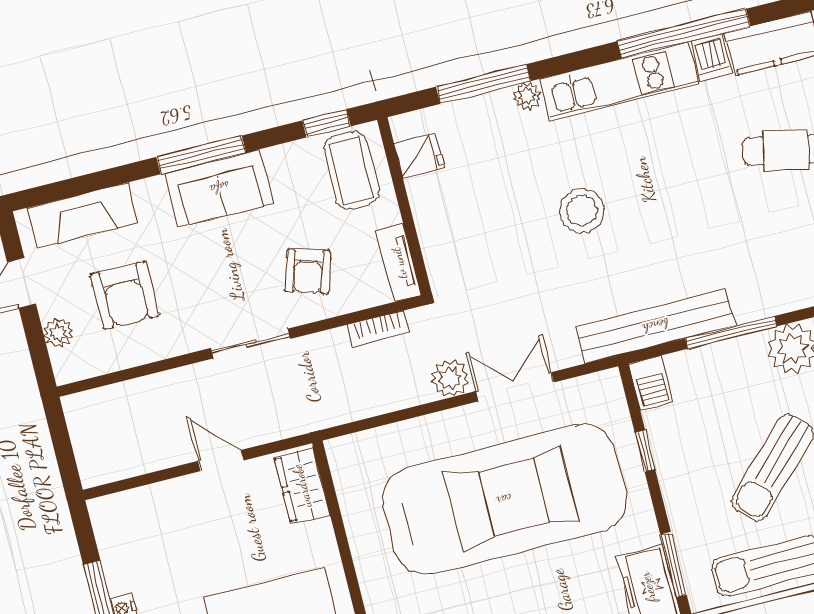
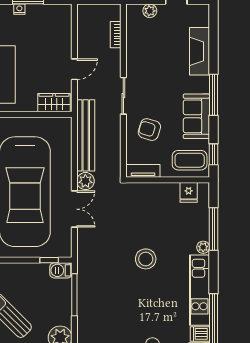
sofa: (219, 188) -> (196, 116), moved
fireplace: (83, 216) -> (200, 51), moved
armchair: (125, 295) -> (159, 45), removed
bench: (655, 326) -> (86, 135), moved
bookcase: (378, 329) -> (116, 35), moved
window: (731, 332) -> (74, 295), moved
window: (645, 451) -> (49, 260), moved

